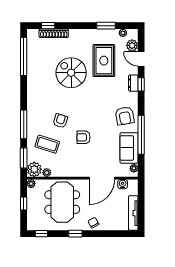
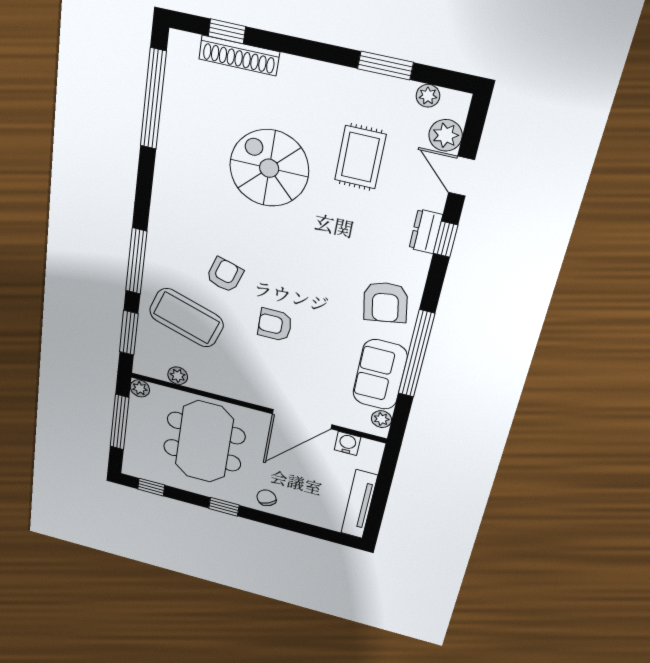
rug: (104, 61) -> (360, 157), width x0.73, depth x0.70
coffee table: (47, 144) -> (186, 318), width x1.36, depth x1.32
plant: (34, 169) -> (150, 362), removed
window: (24, 203) -> (119, 422), width x2.17

